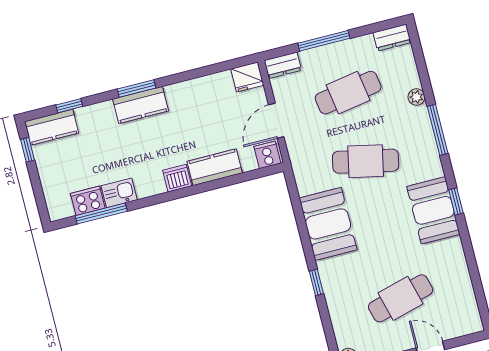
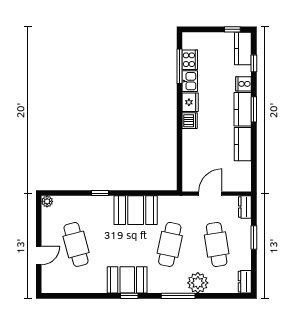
window: (324, 41) -> (254, 237), width x0.69
fridge: (247, 77) -> (190, 102), moved, turned 180
plant: (416, 97) -> (198, 283), width x1.88, depth x1.88
door: (276, 121) -> (210, 194), hinge flipped
cooker: (267, 155) -> (243, 84), moved, turned 180
kitchen counter: (215, 167) -> (243, 144), moved, turned 180

